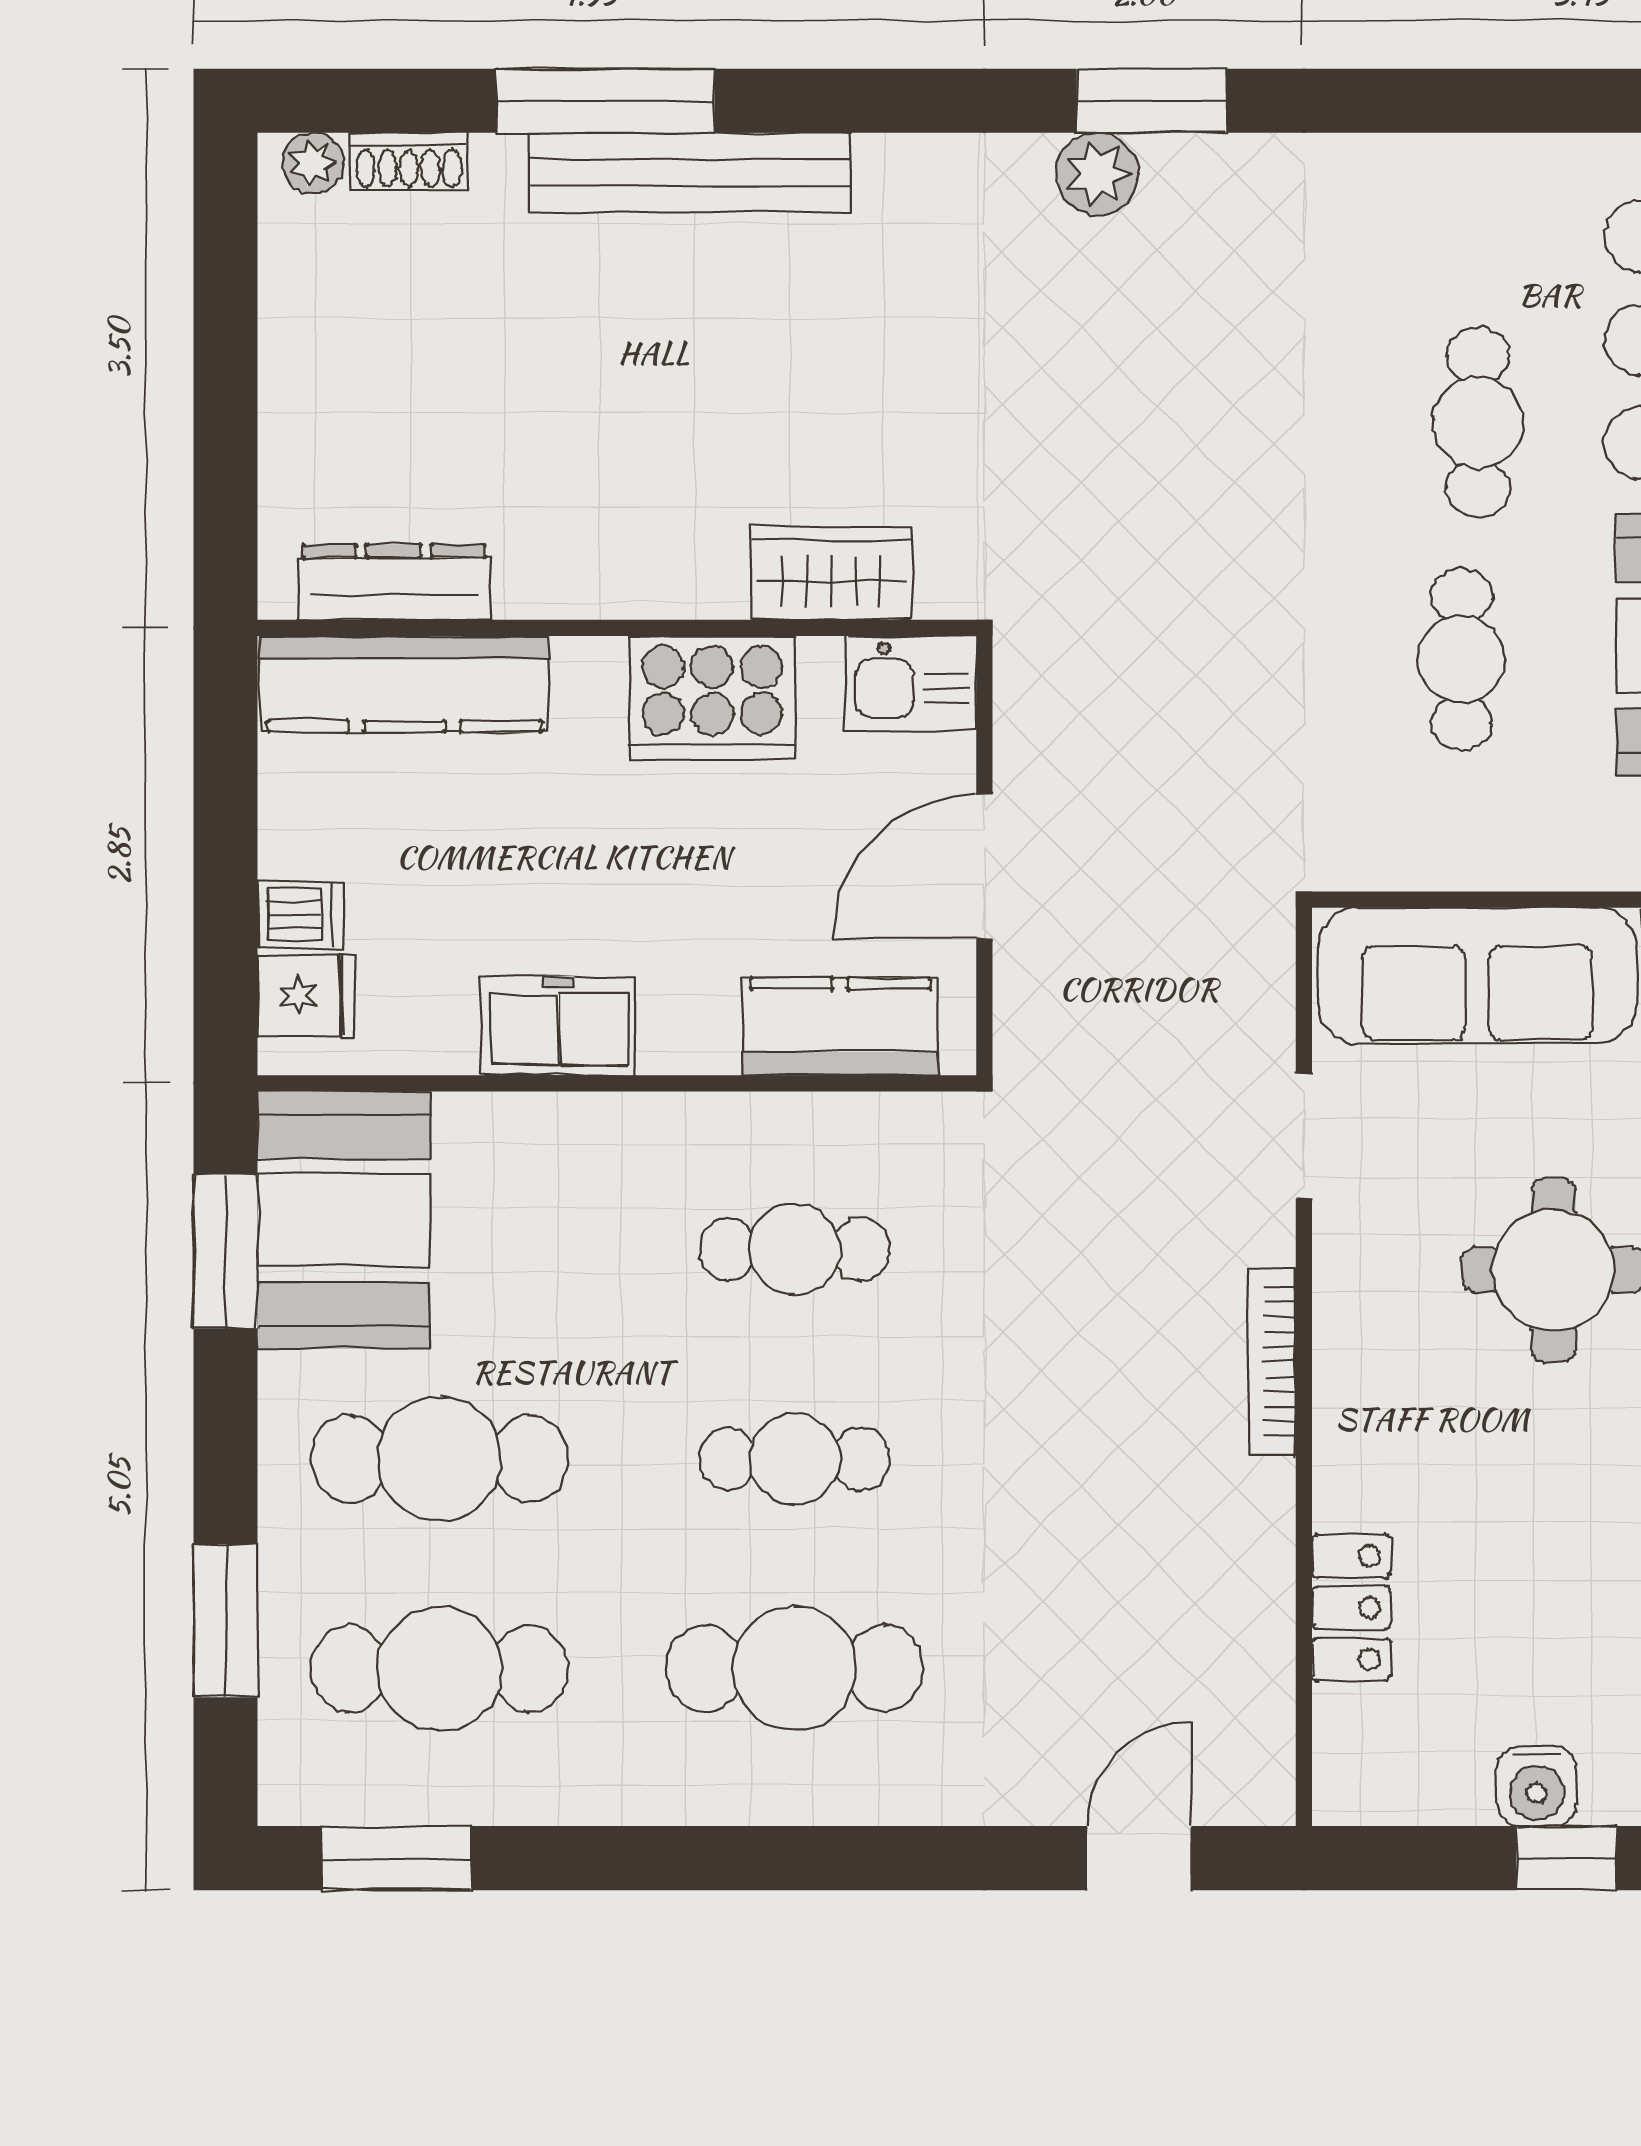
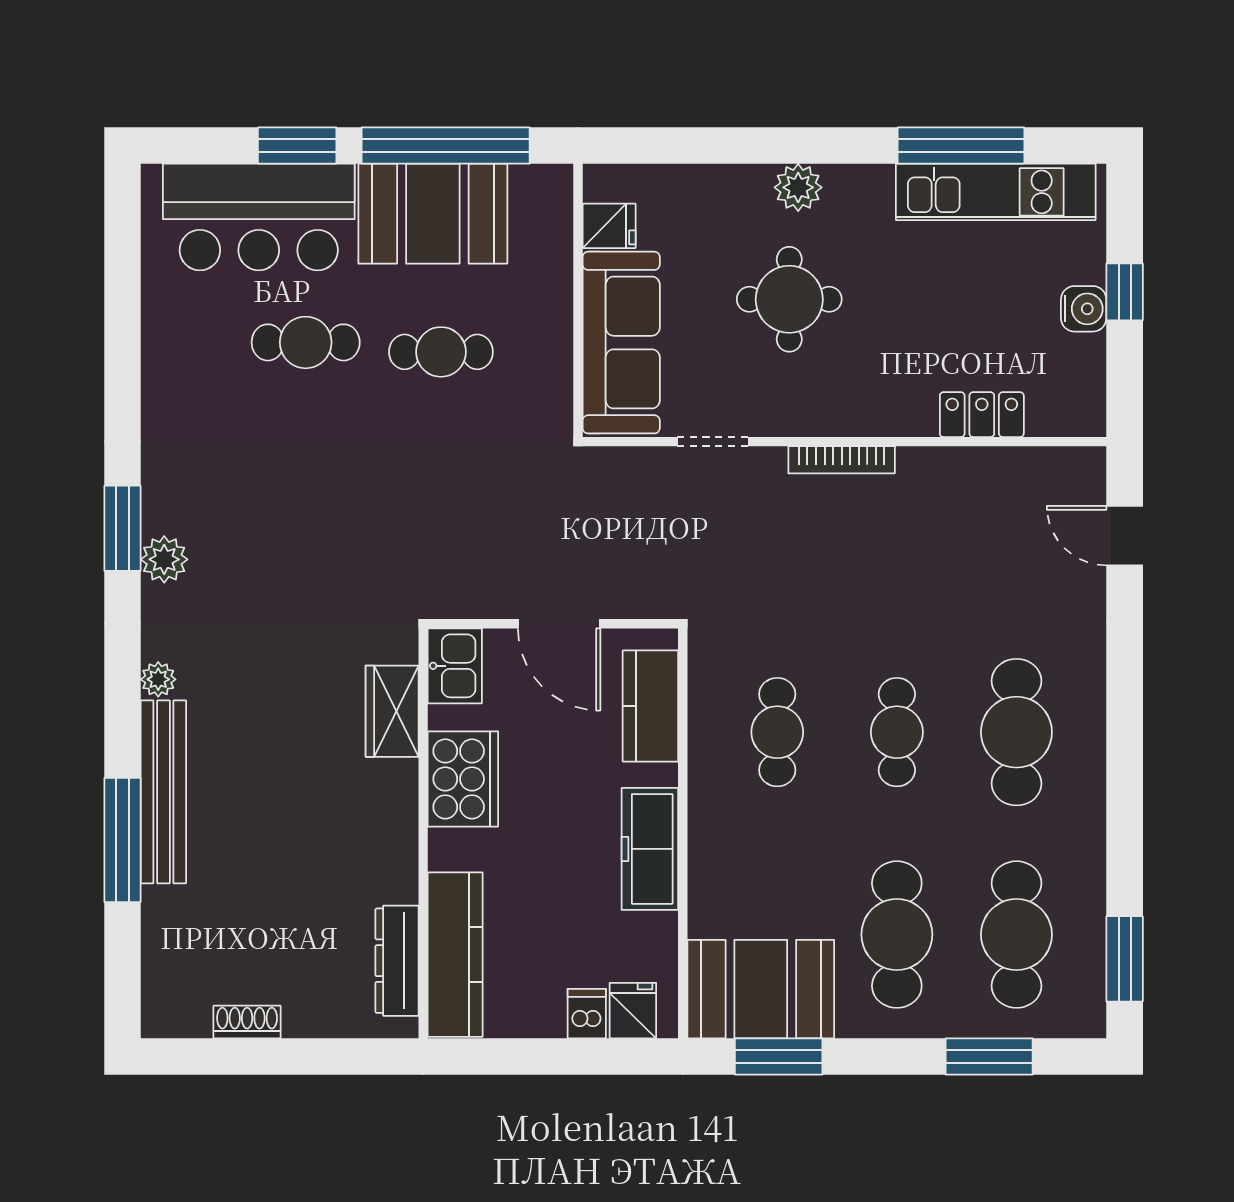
shoe rack: (409, 161) -> (247, 1022), moved, turned -90
plant: (313, 163) -> (158, 679), moved
freezer: (559, 1026) -> (650, 849), width x1.40

